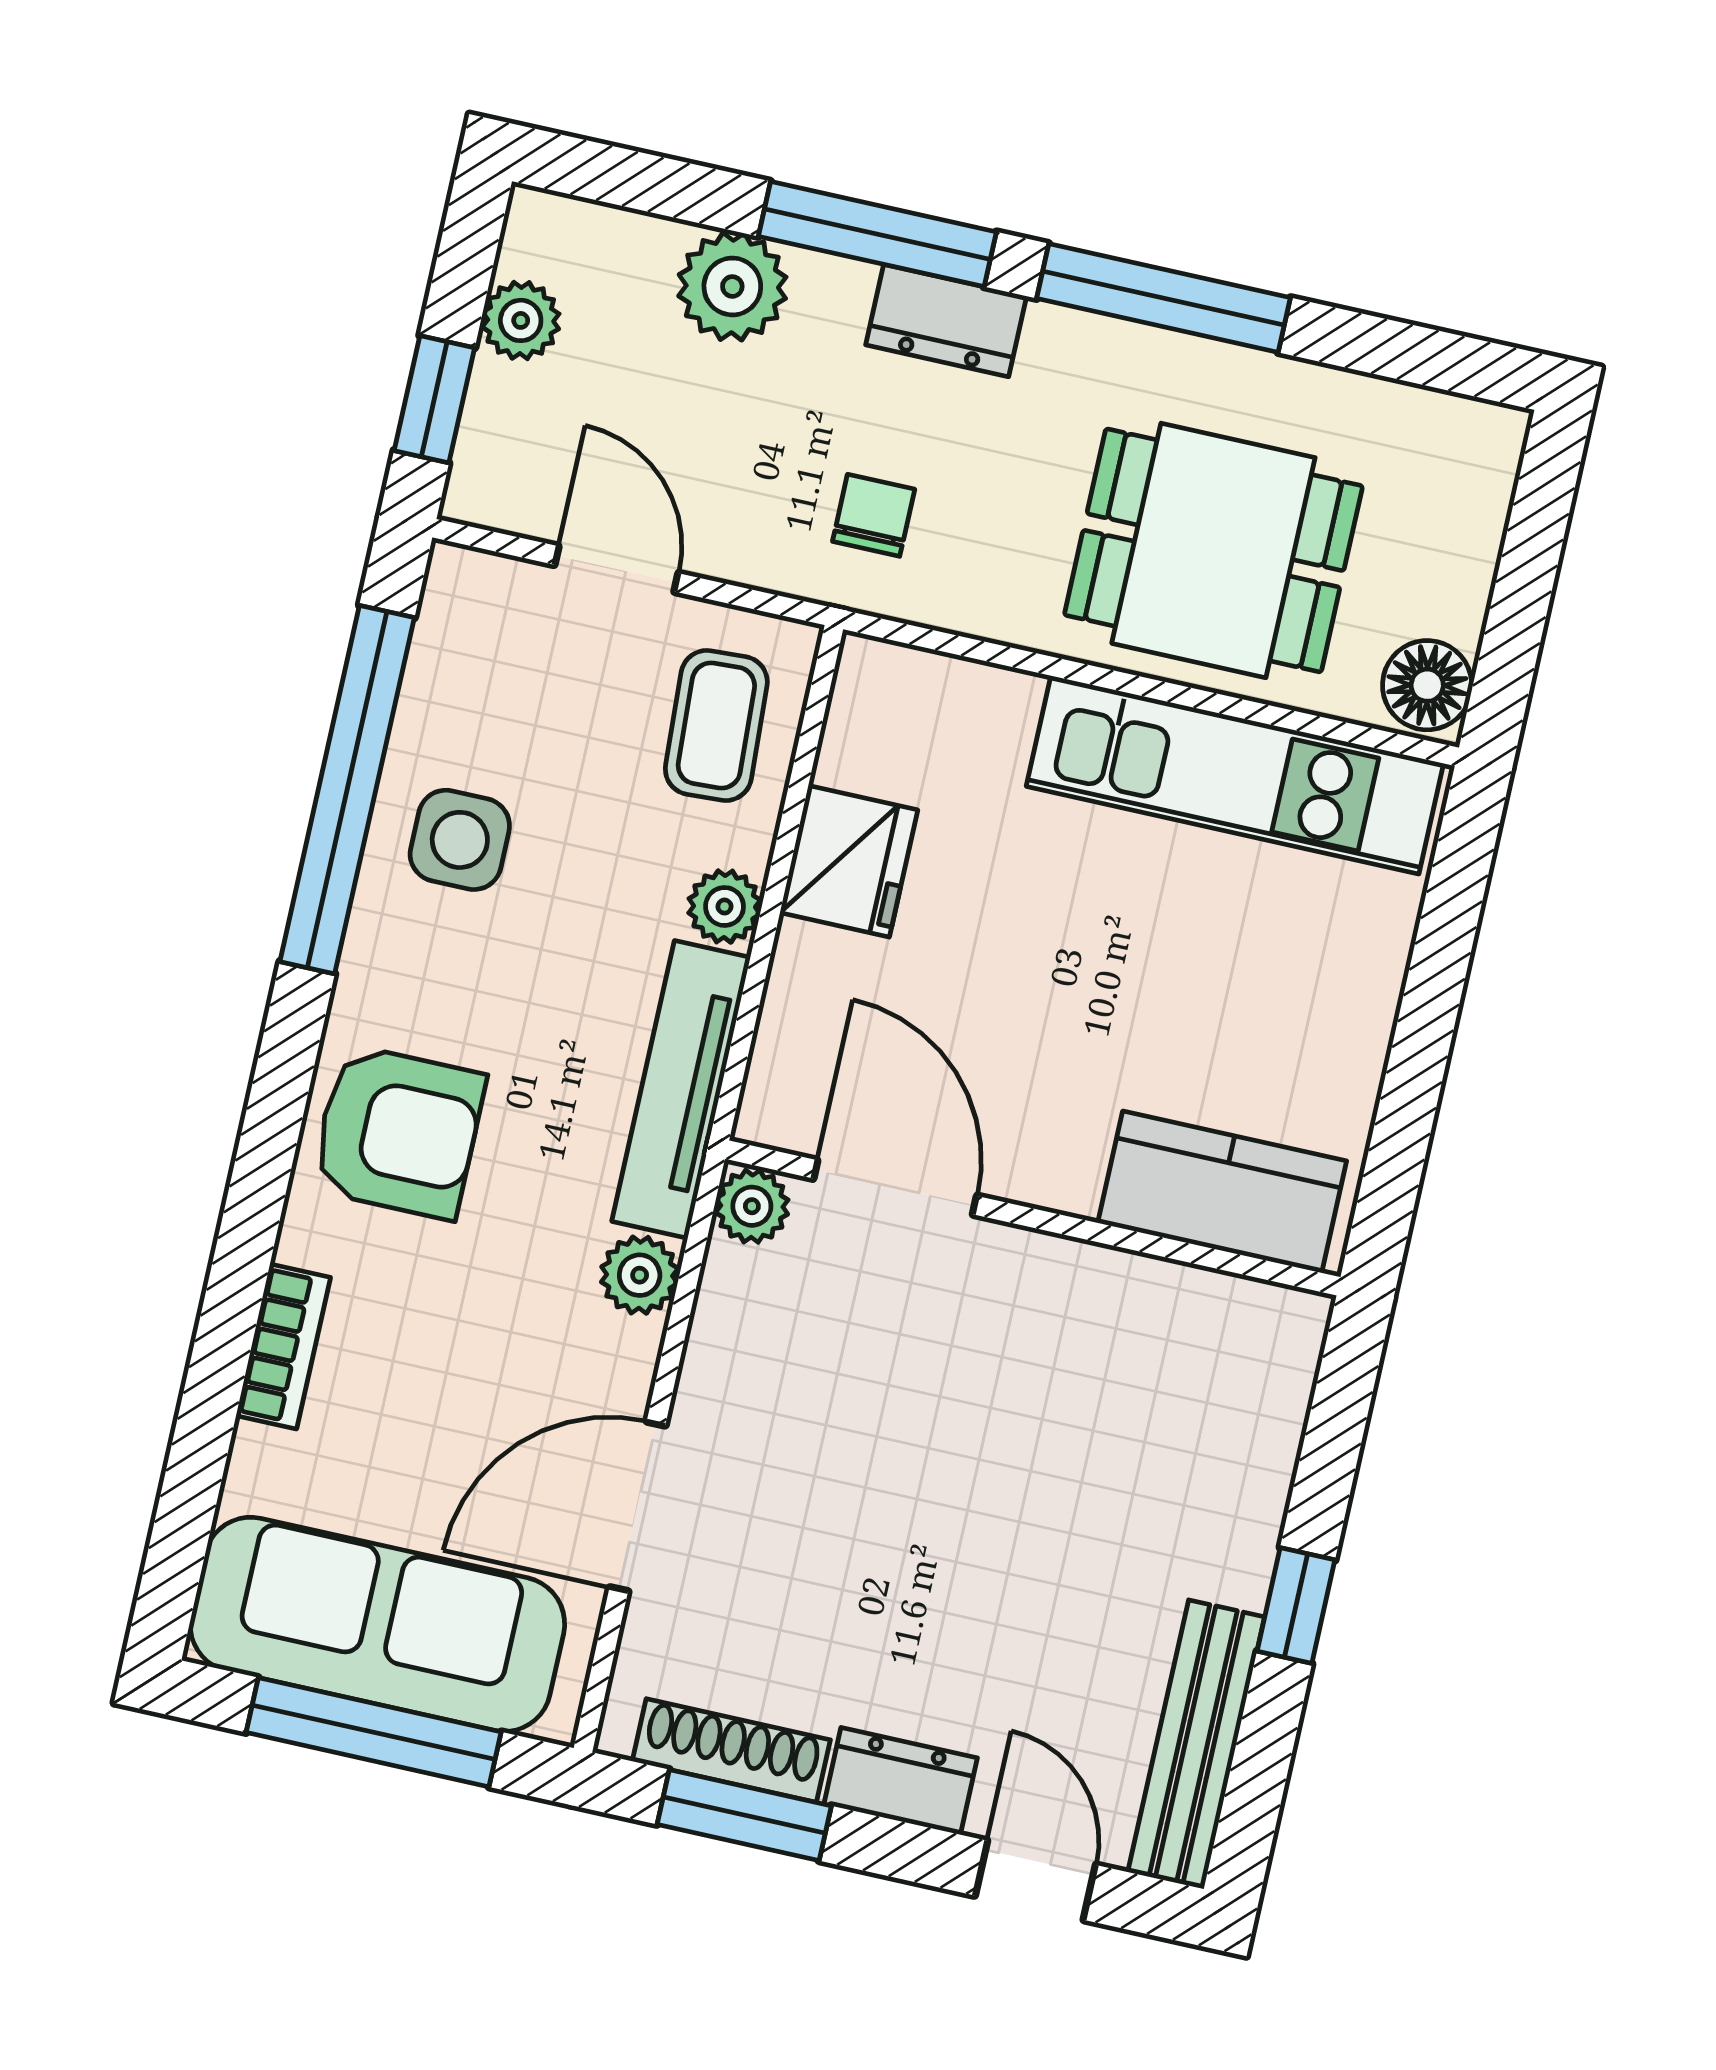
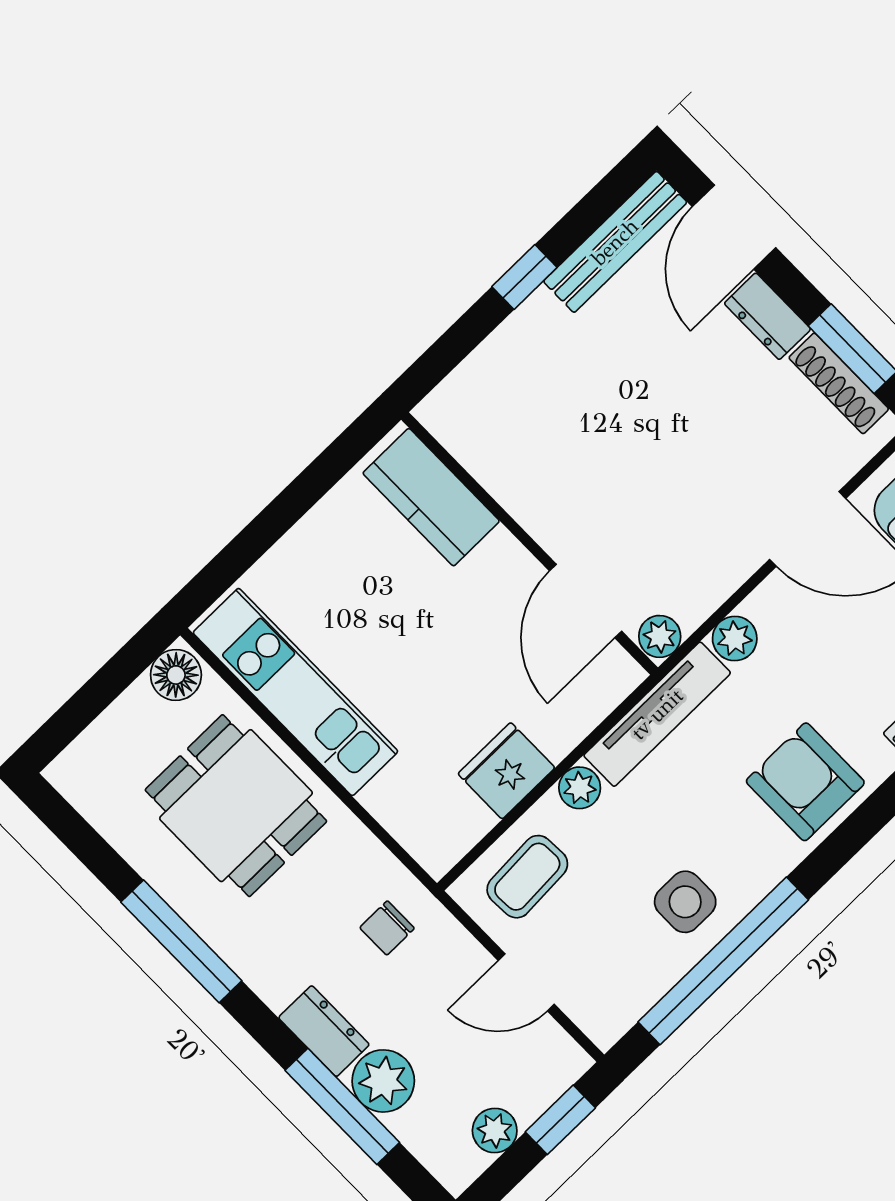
window: (877, 234) -> (342, 1106), moved
dresser: (946, 321) -> (324, 1031), moved
door: (616, 569) -> (526, 982), hinge flipped
door: (1035, 1880) -> (734, 227), width x1.38

